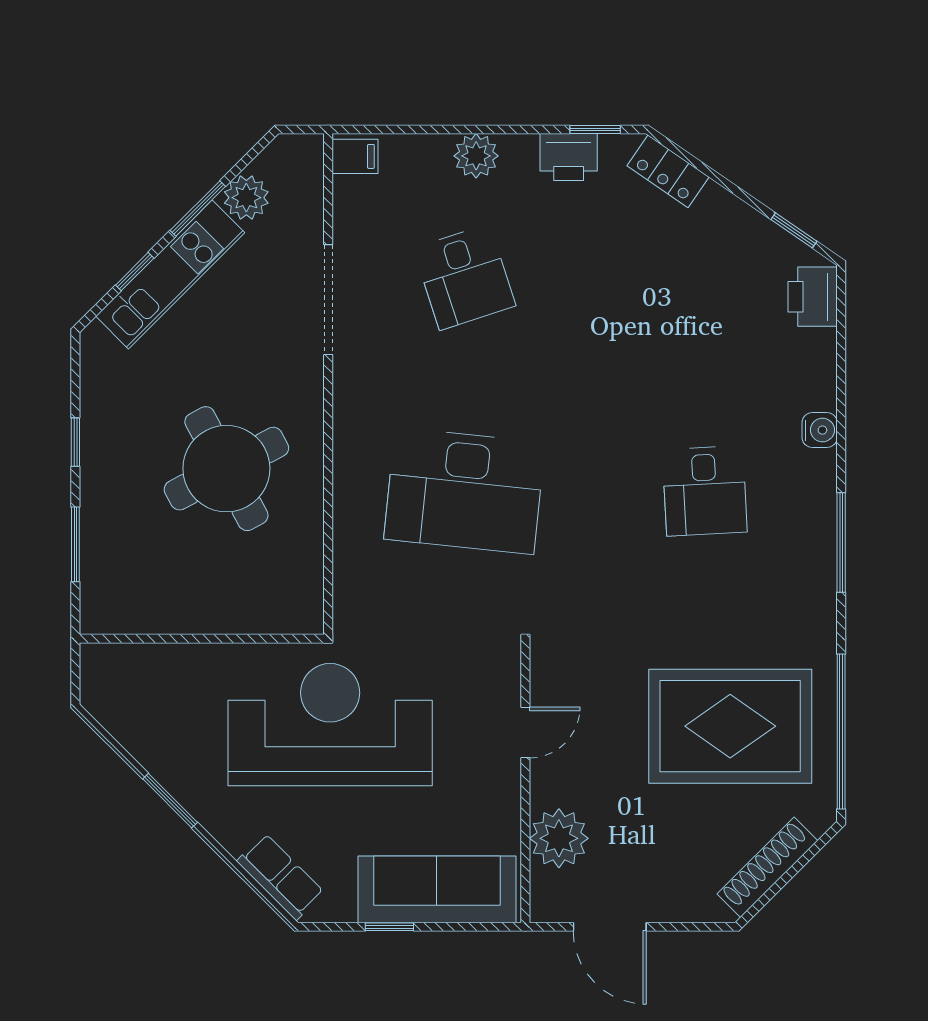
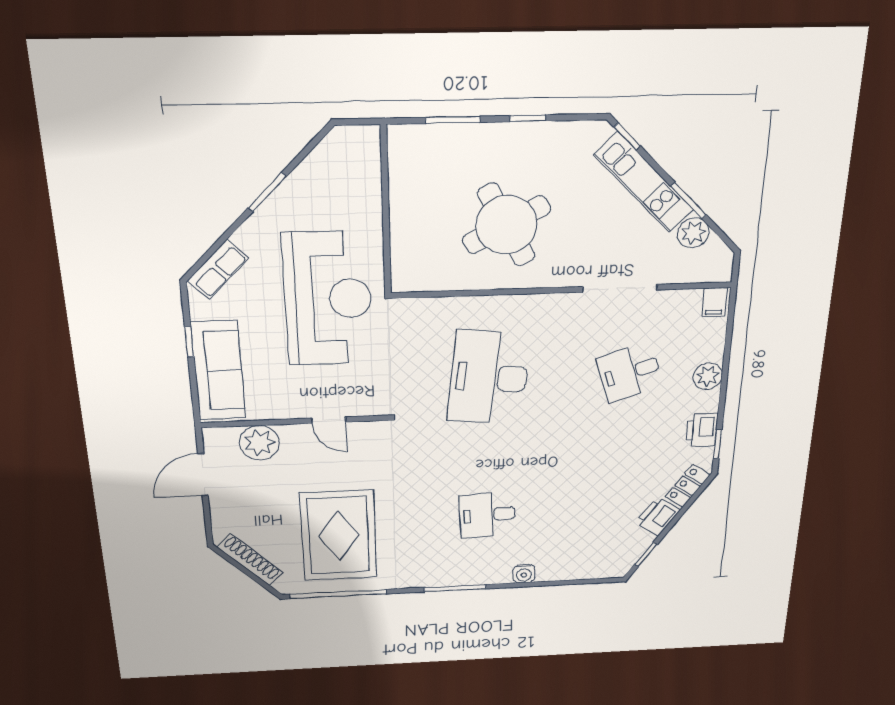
window: (135, 272) -> (627, 136), moved
printer: (813, 297) -> (658, 516), moved, turned -55

